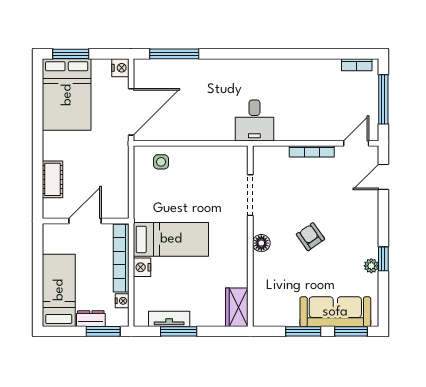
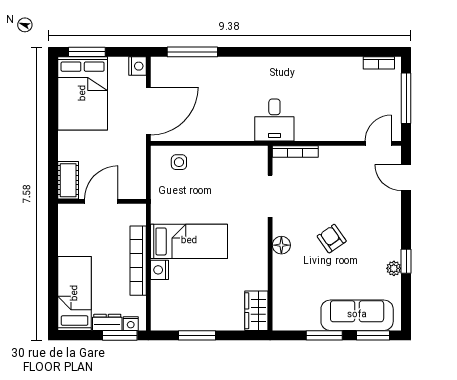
bookcase: (312, 151) -> (295, 152), moved
door: (383, 177) -> (406, 178), hinge flipped
door: (85, 221) -> (101, 201), moved
wall: (86, 221) -> (102, 201), moved
nightstand: (122, 301) -> (131, 324), moved, turned 90
tv unit: (169, 319) -> (187, 323), removed

